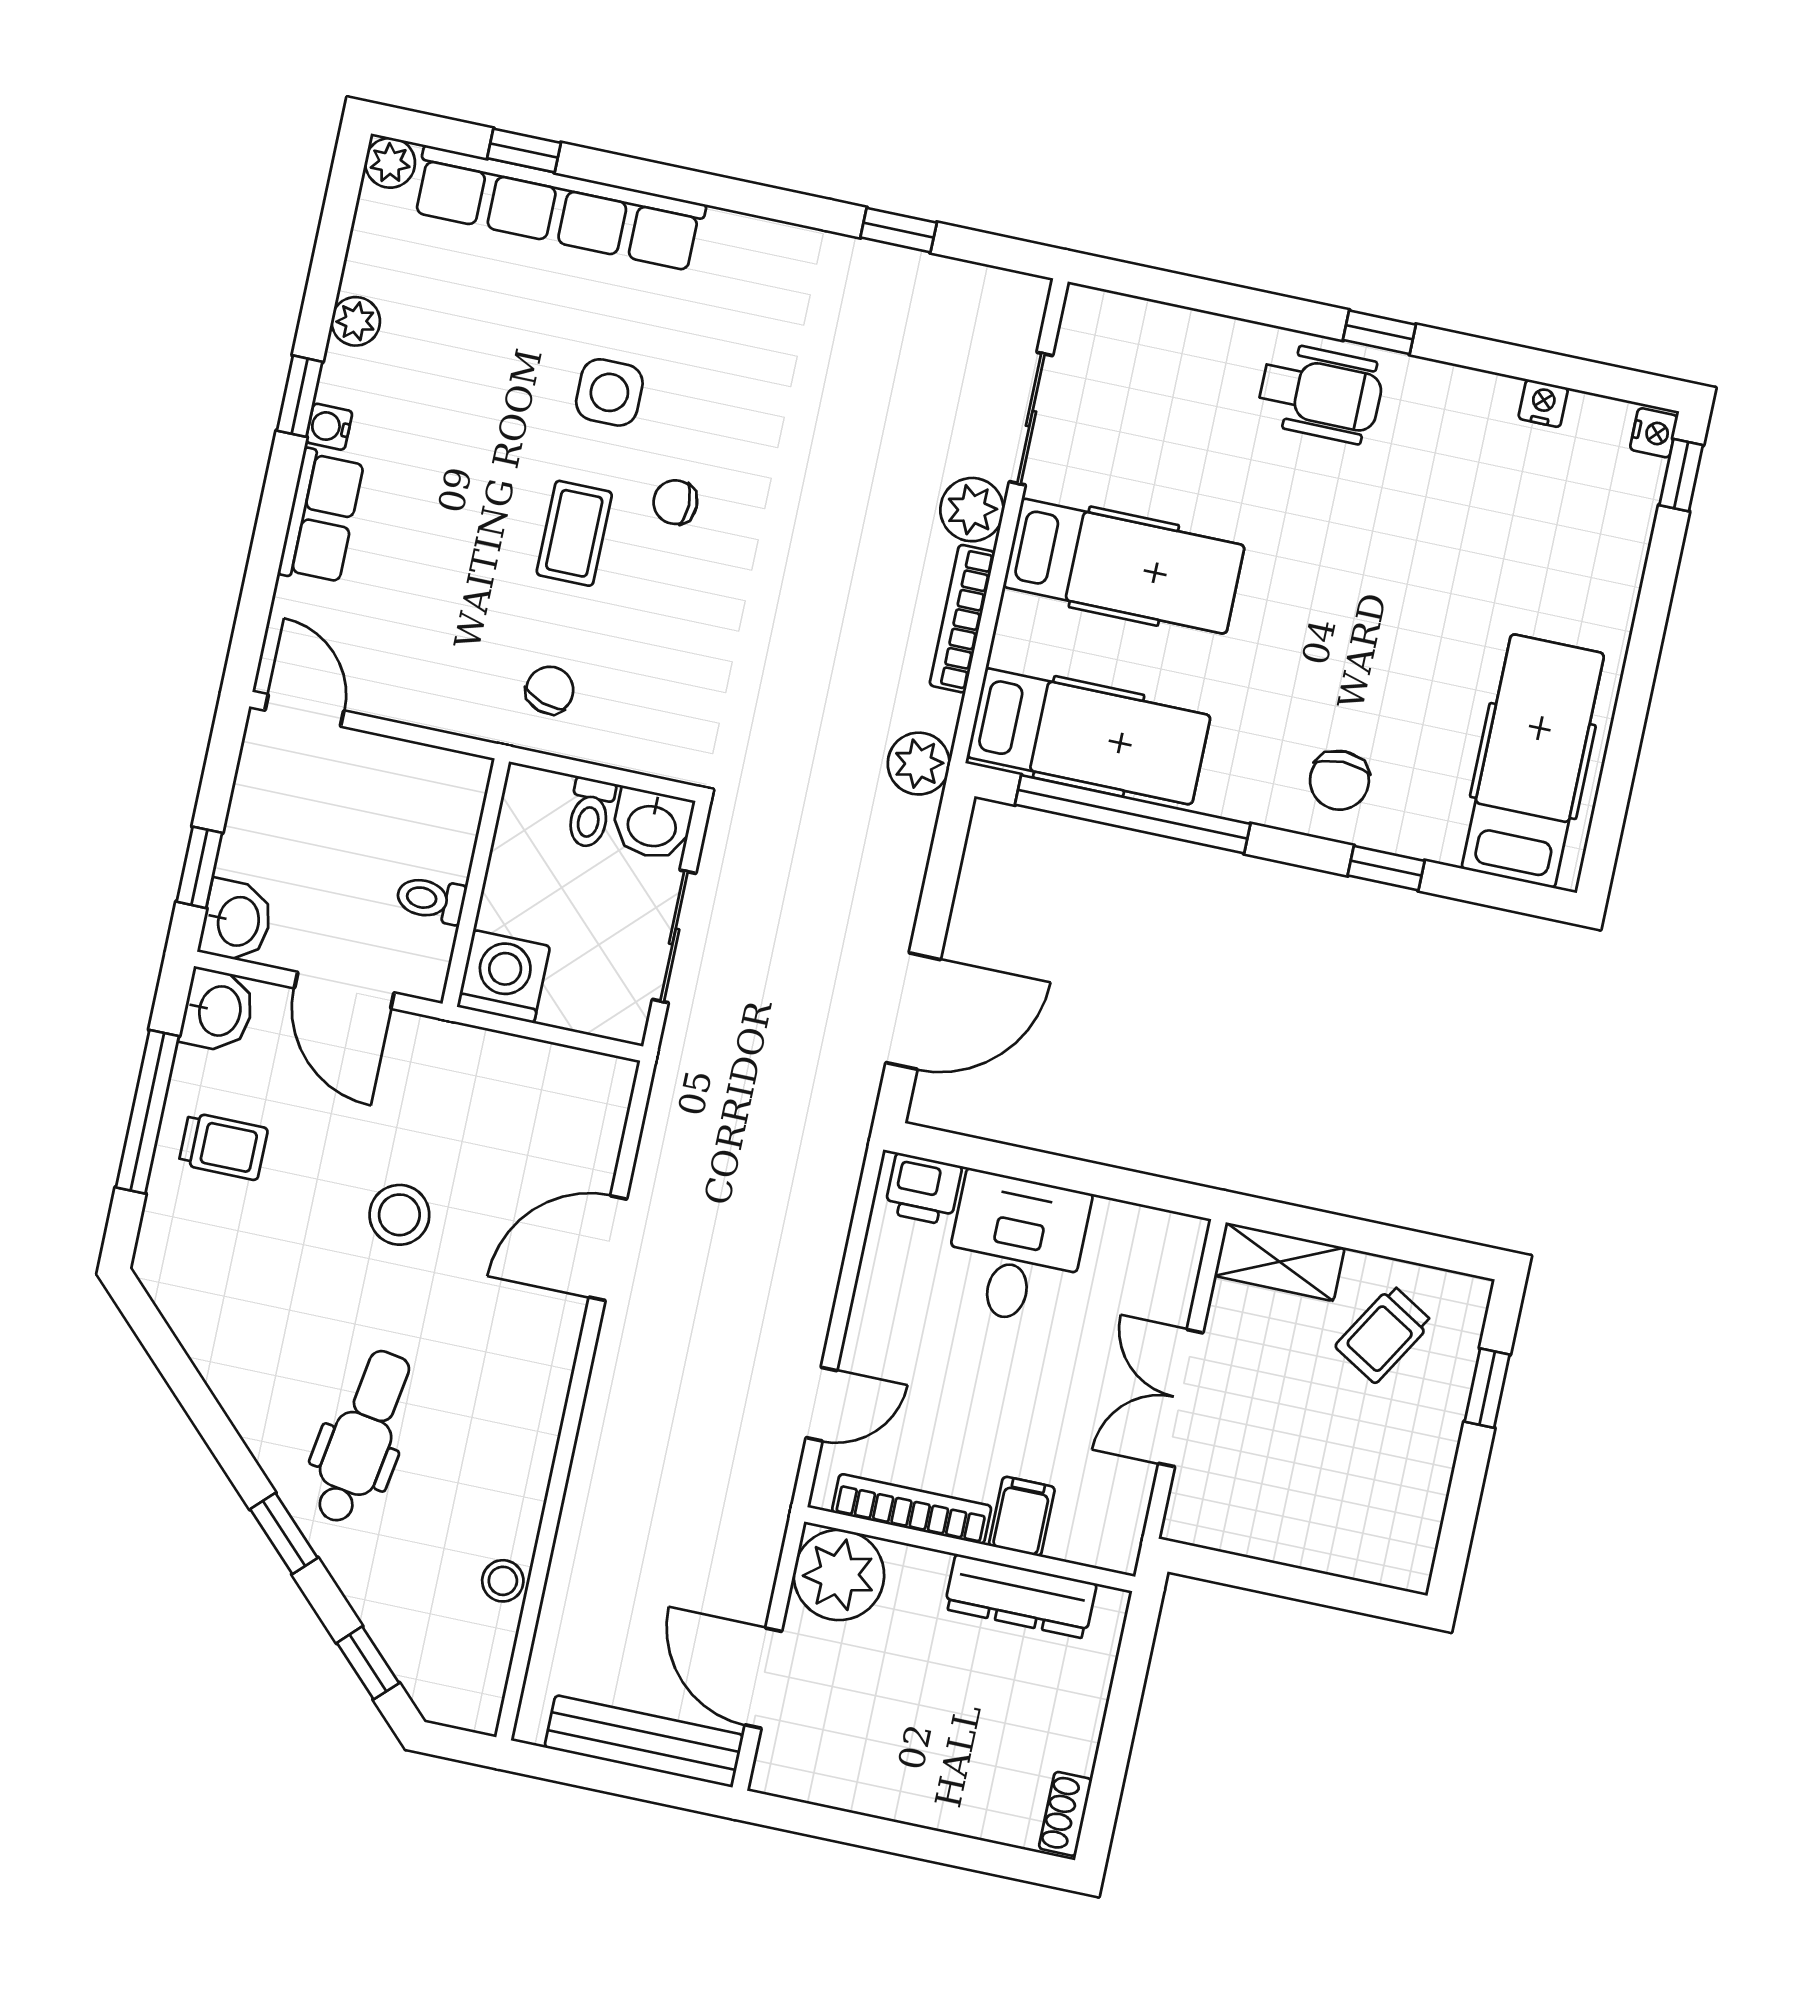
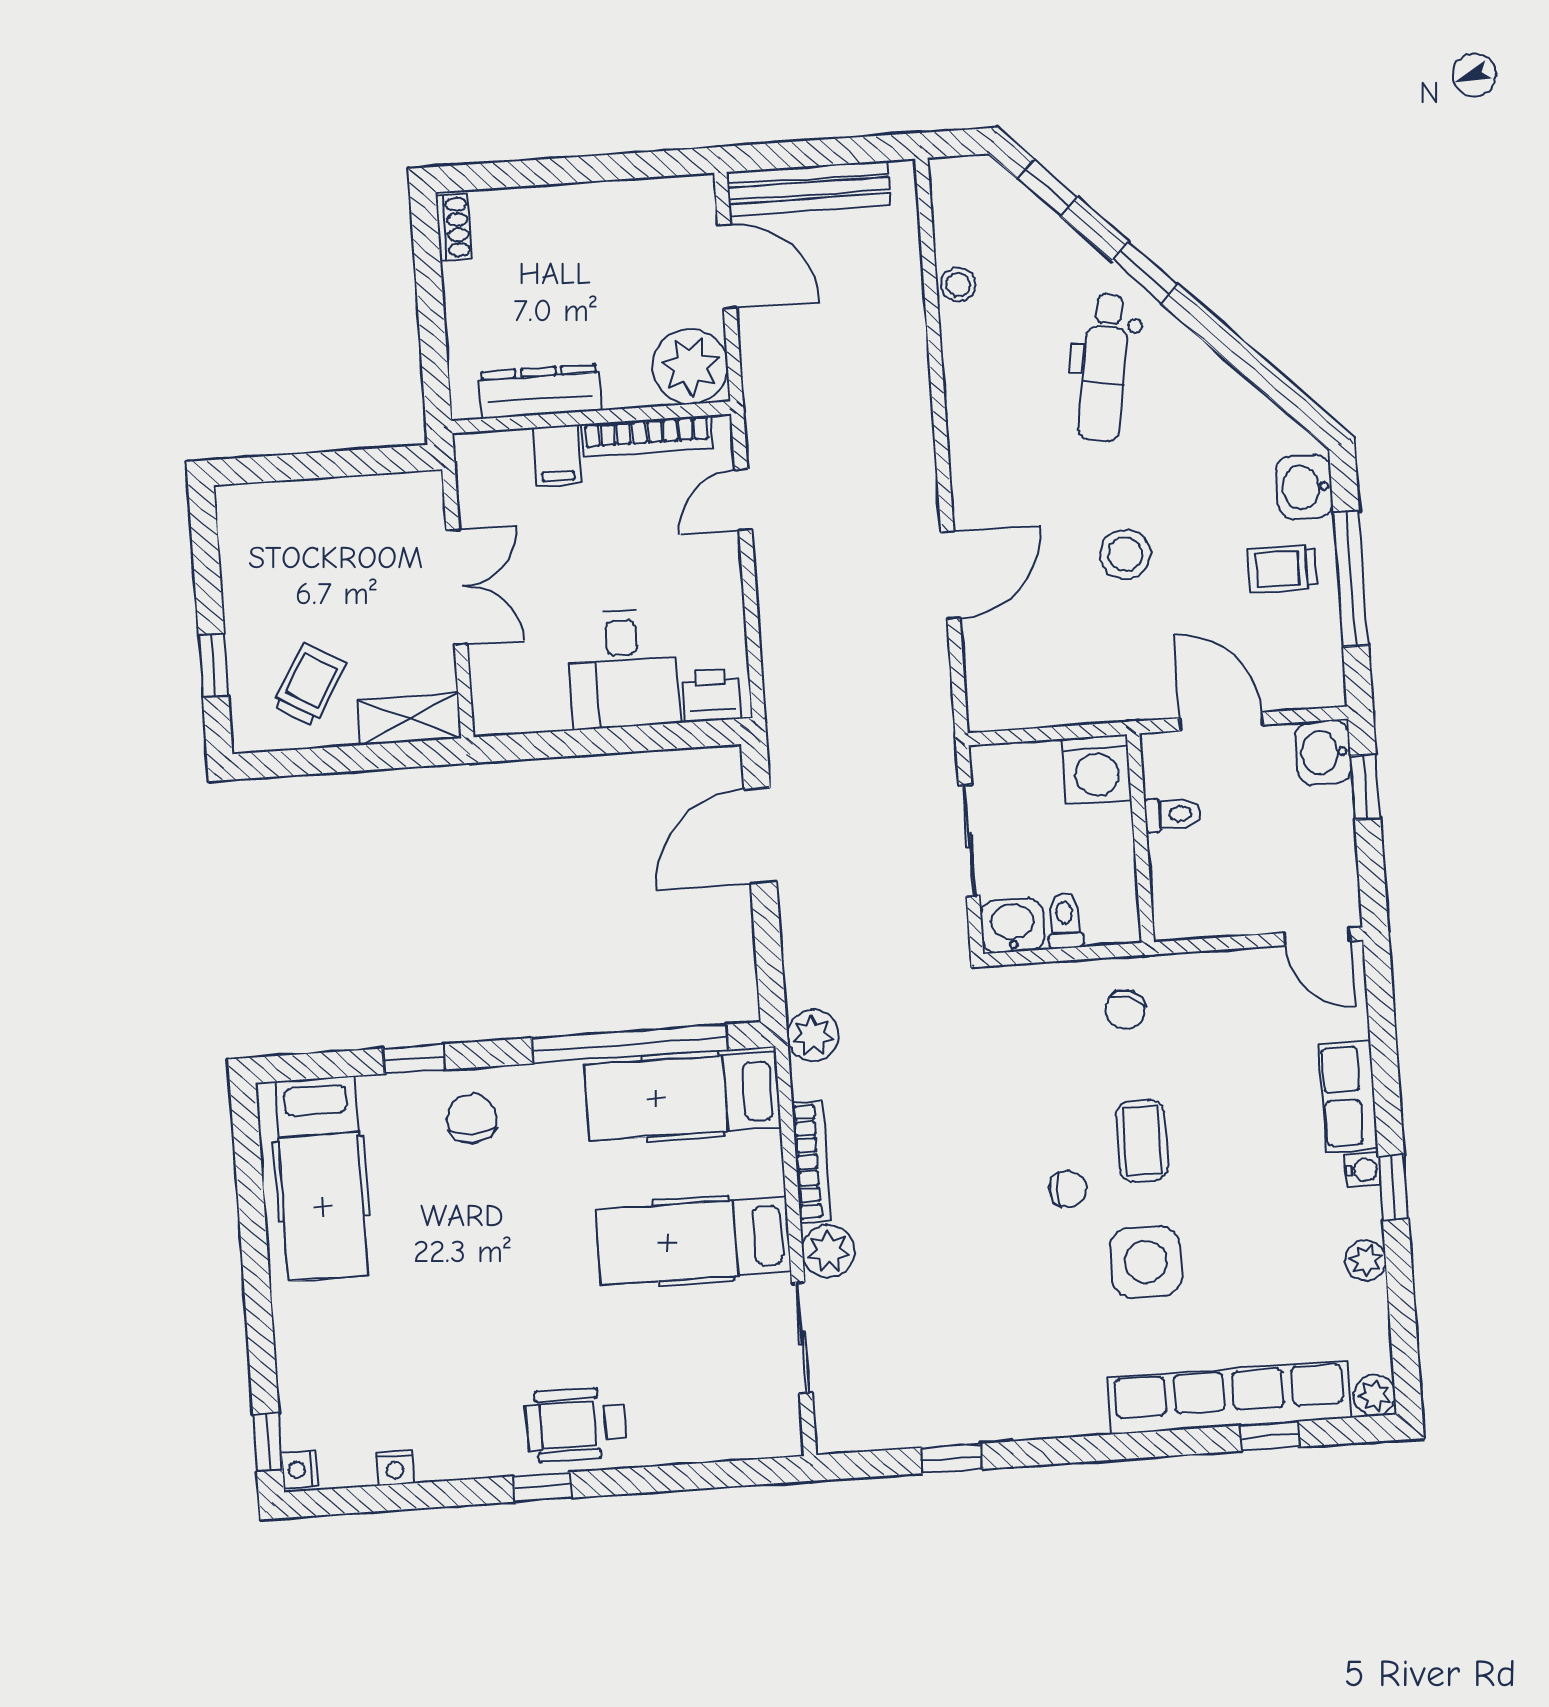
side table: (609, 392) -> (1146, 1262), width x1.37, depth x1.37
washbasin: (218, 1011) -> (1304, 487), moved

